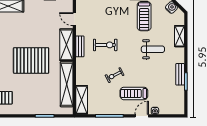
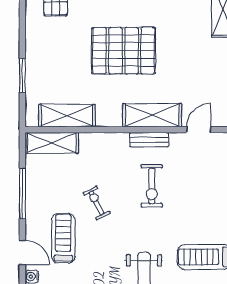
pallet: (31, 60) -> (124, 51), turned 90
shelving: (67, 84) -> (67, 116), width x0.68

